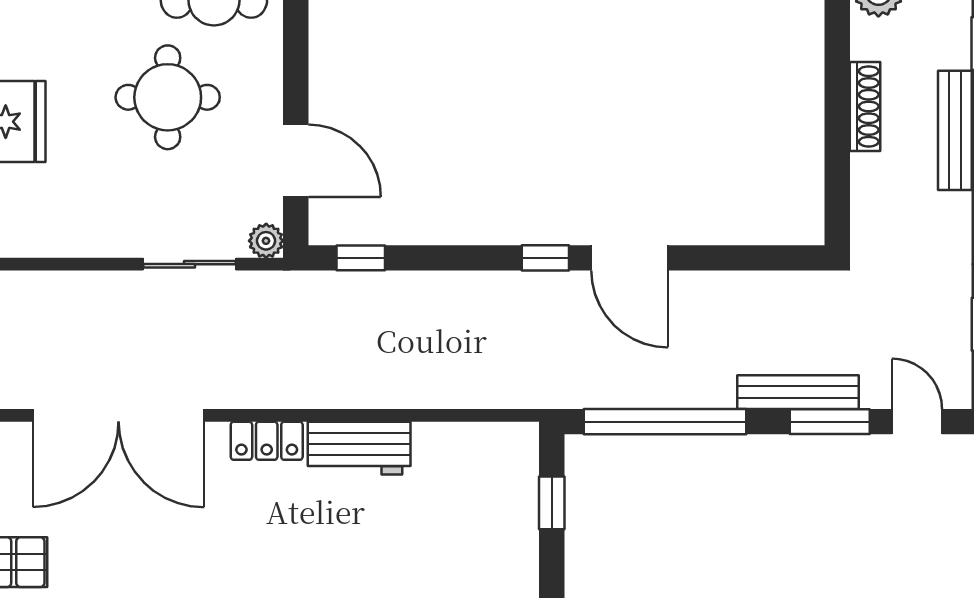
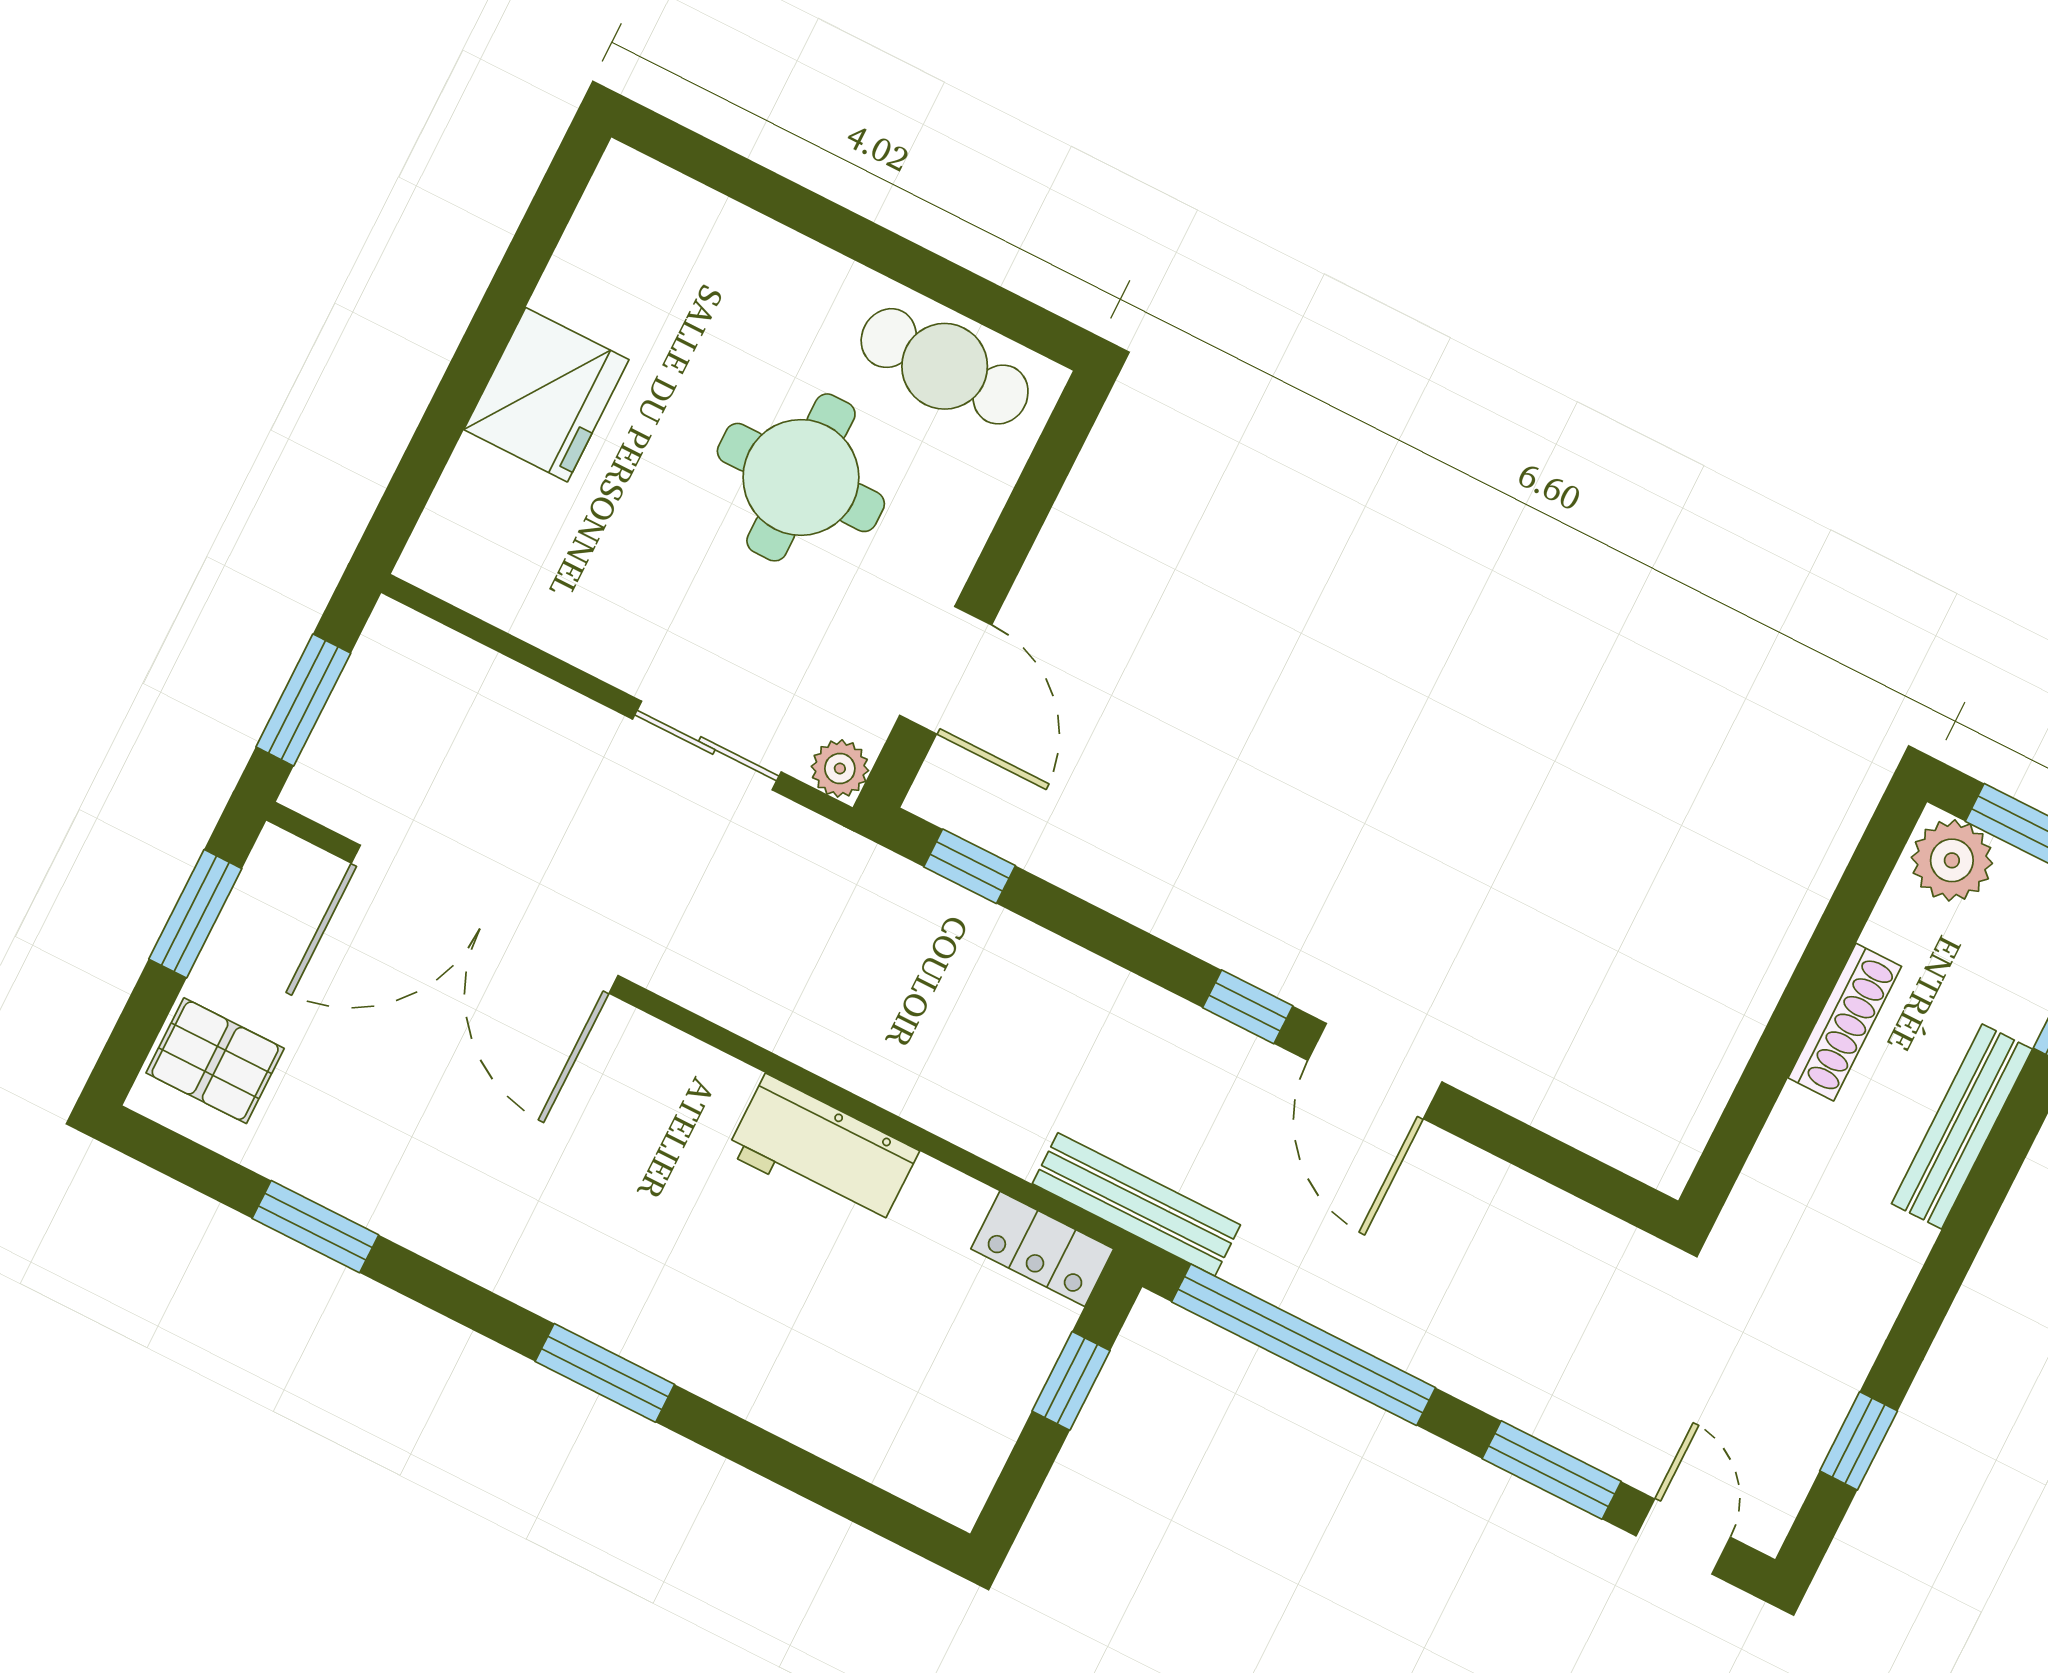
bench: (798, 392) -> (1136, 1204), moved
locker: (267, 441) -> (1042, 1249), moved

